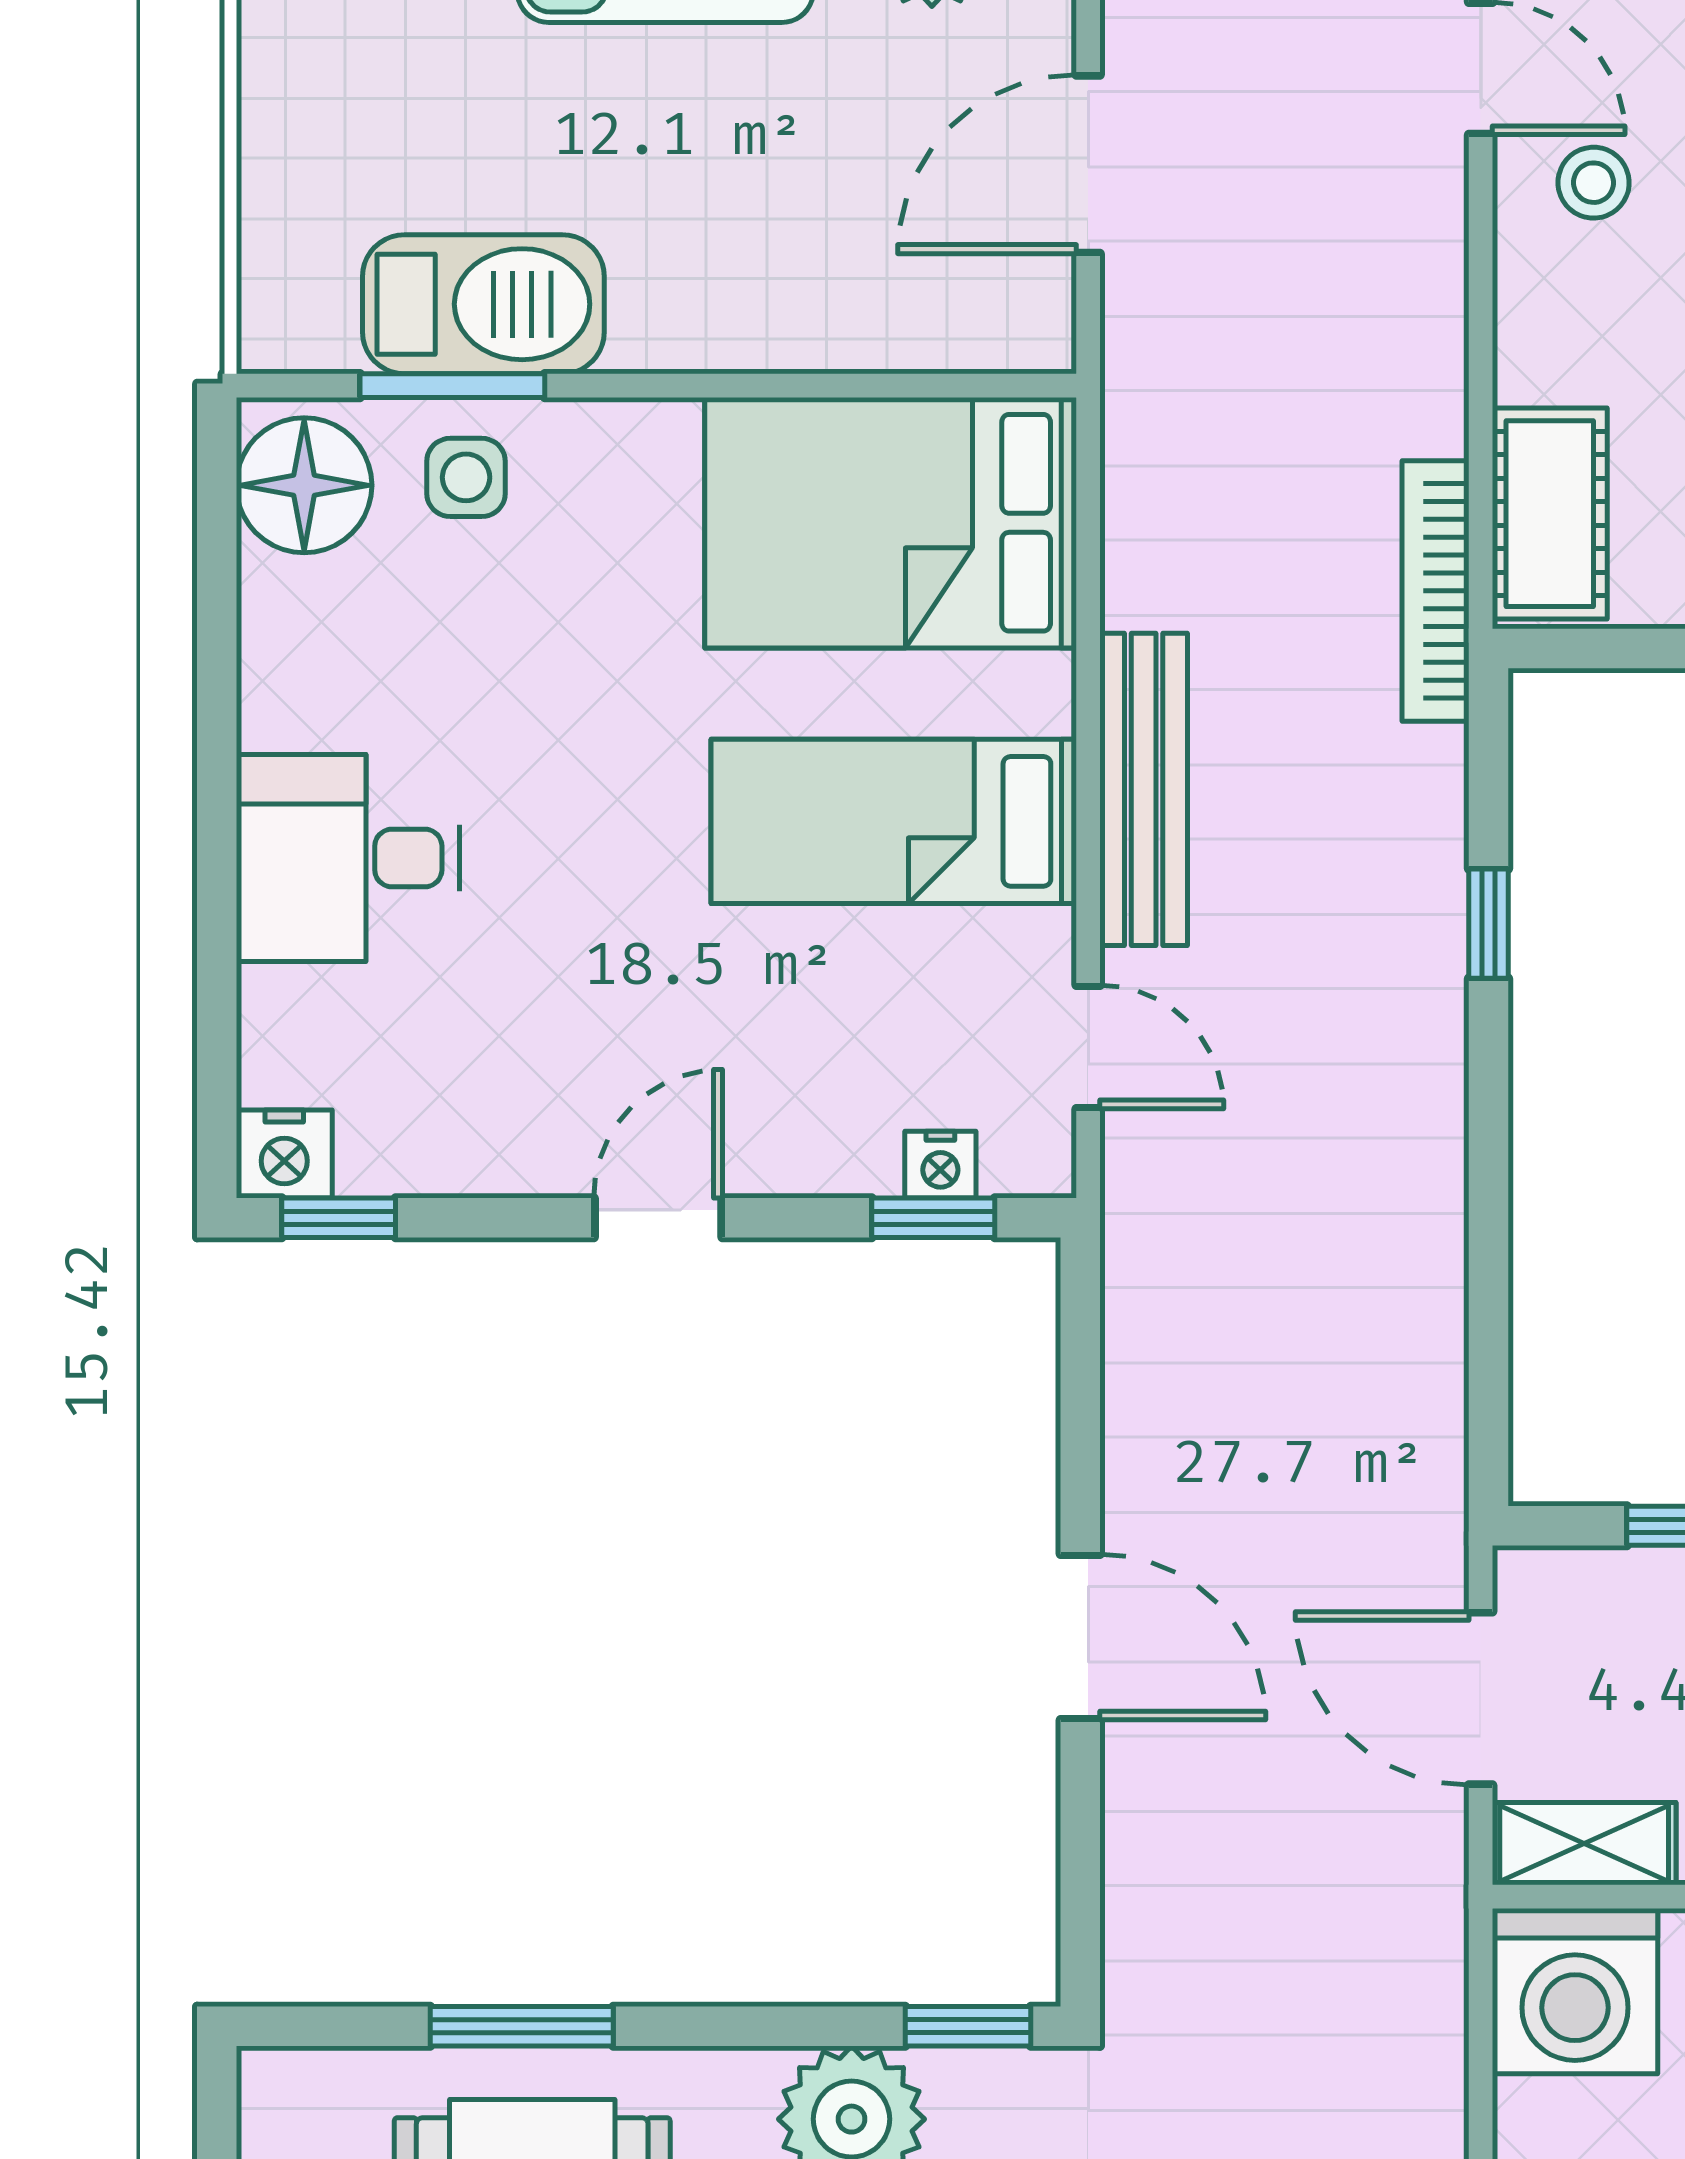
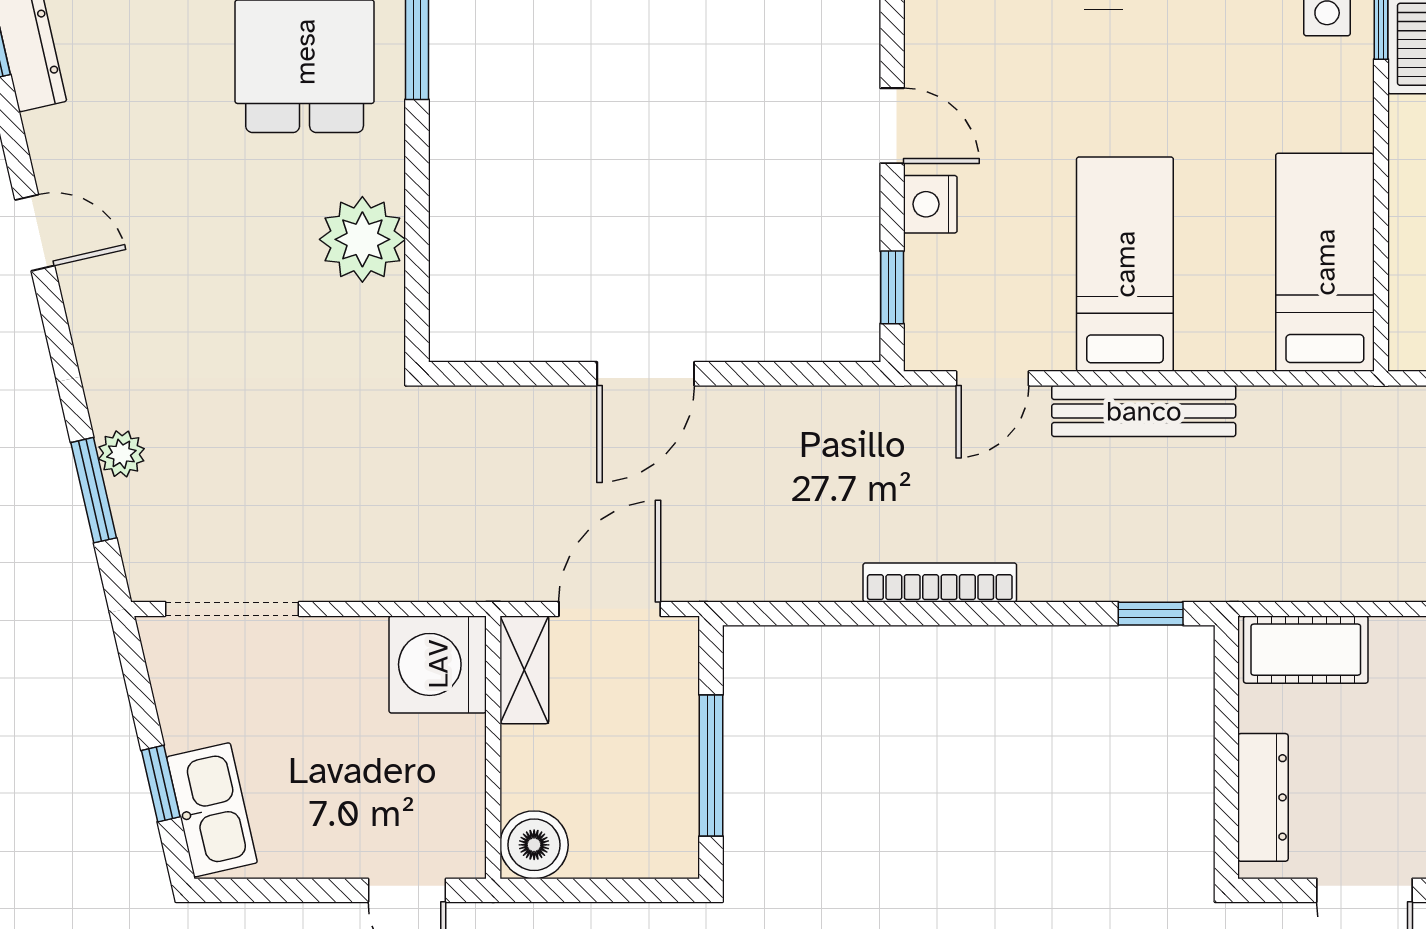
bed: (891, 523) -> (1325, 262), width x0.67
bookcase: (1435, 591) -> (940, 582), moved
window: (1488, 924) -> (1151, 614), moved
nightstand: (940, 1165) -> (930, 204), moved, width x1.39, depth x1.35
window: (968, 2026) -> (417, 308), removed

